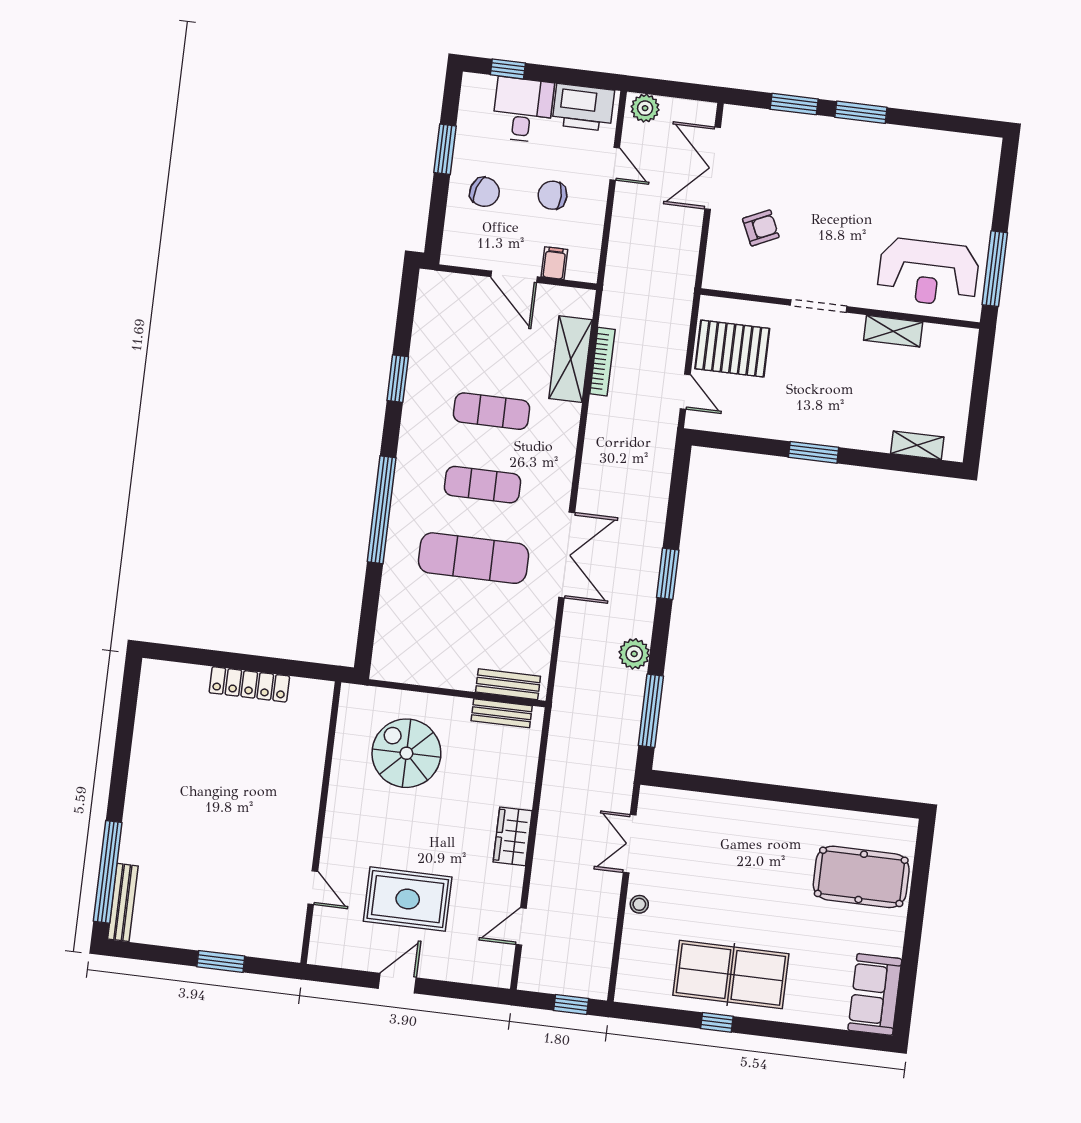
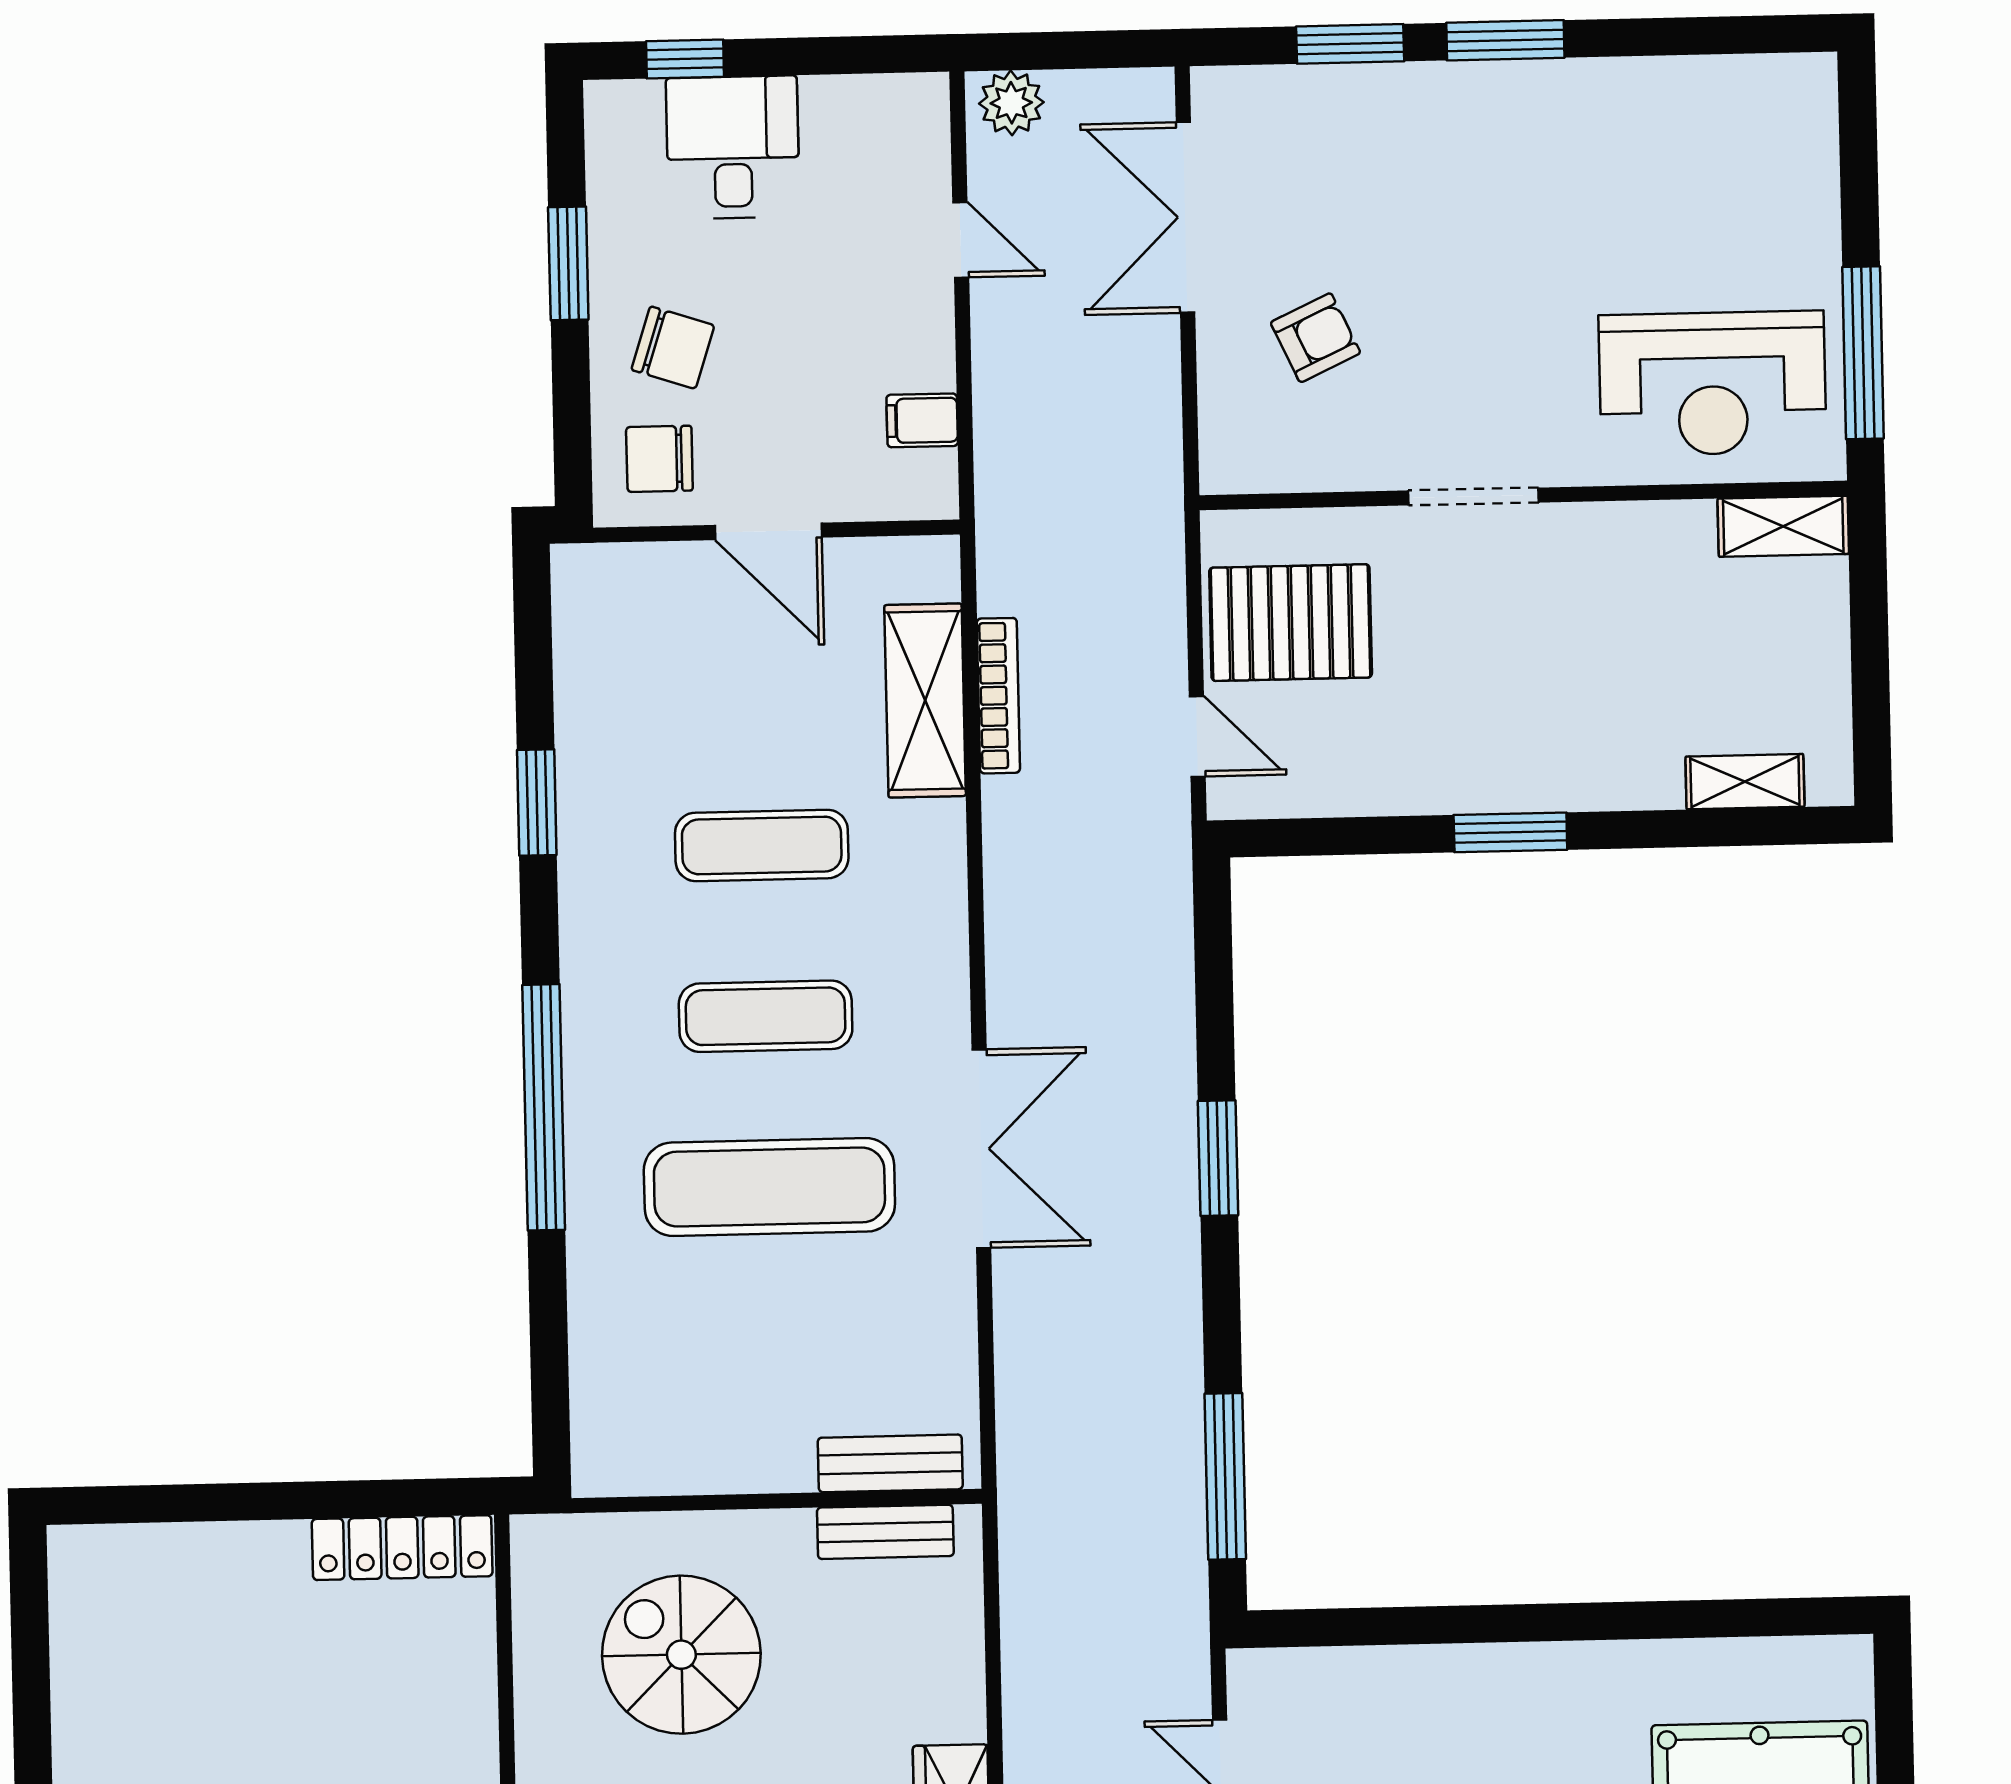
printer: (583, 107) -> (870, 122), removed
chair: (552, 195) -> (659, 459), moved
filing cabinet: (554, 263) -> (922, 420), moved, turned -90
shelving: (893, 331) -> (1783, 526), moved
plant: (634, 654) -> (1168, 1352), removed
locker: (249, 684) -> (402, 1548), moved

